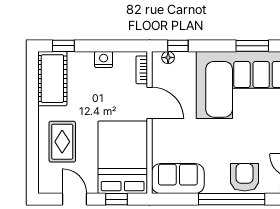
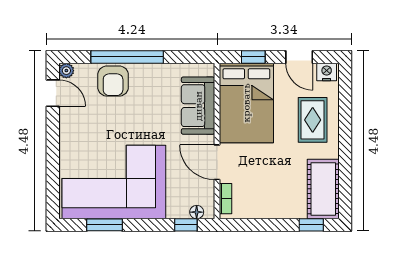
nightstand: (104, 59) -> (327, 72), moved, turned 180
sofa: (178, 179) -> (198, 106), moved, turned 90

